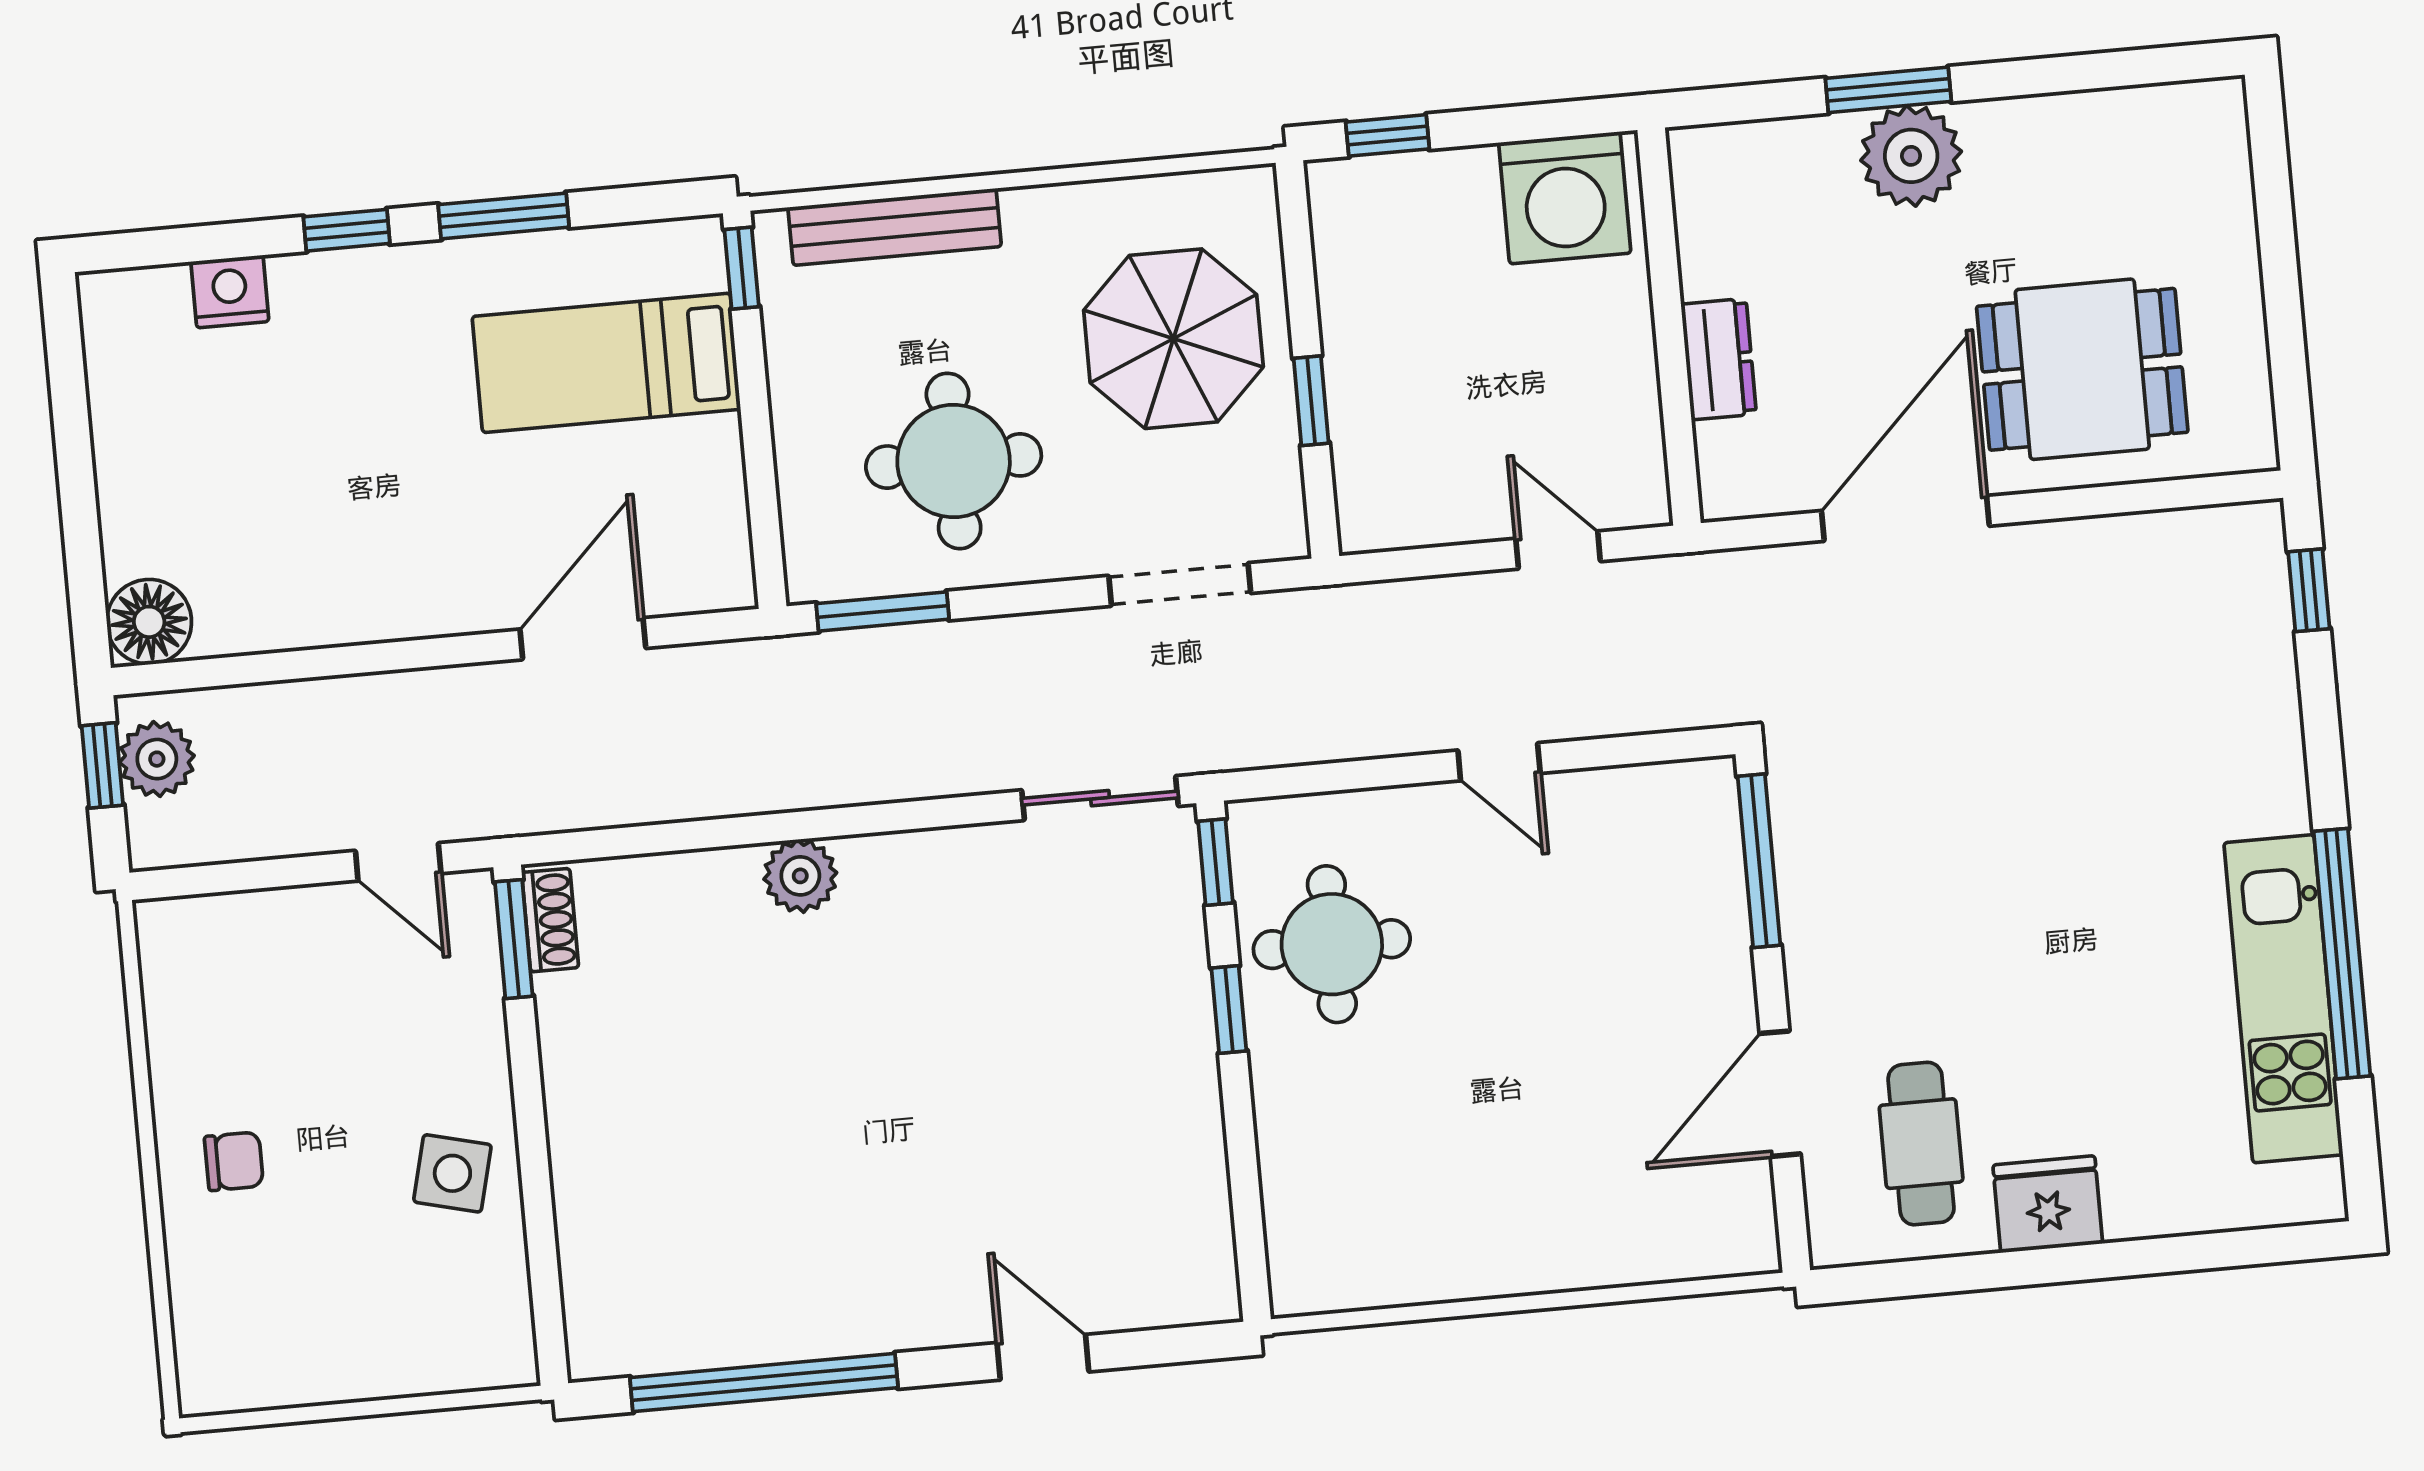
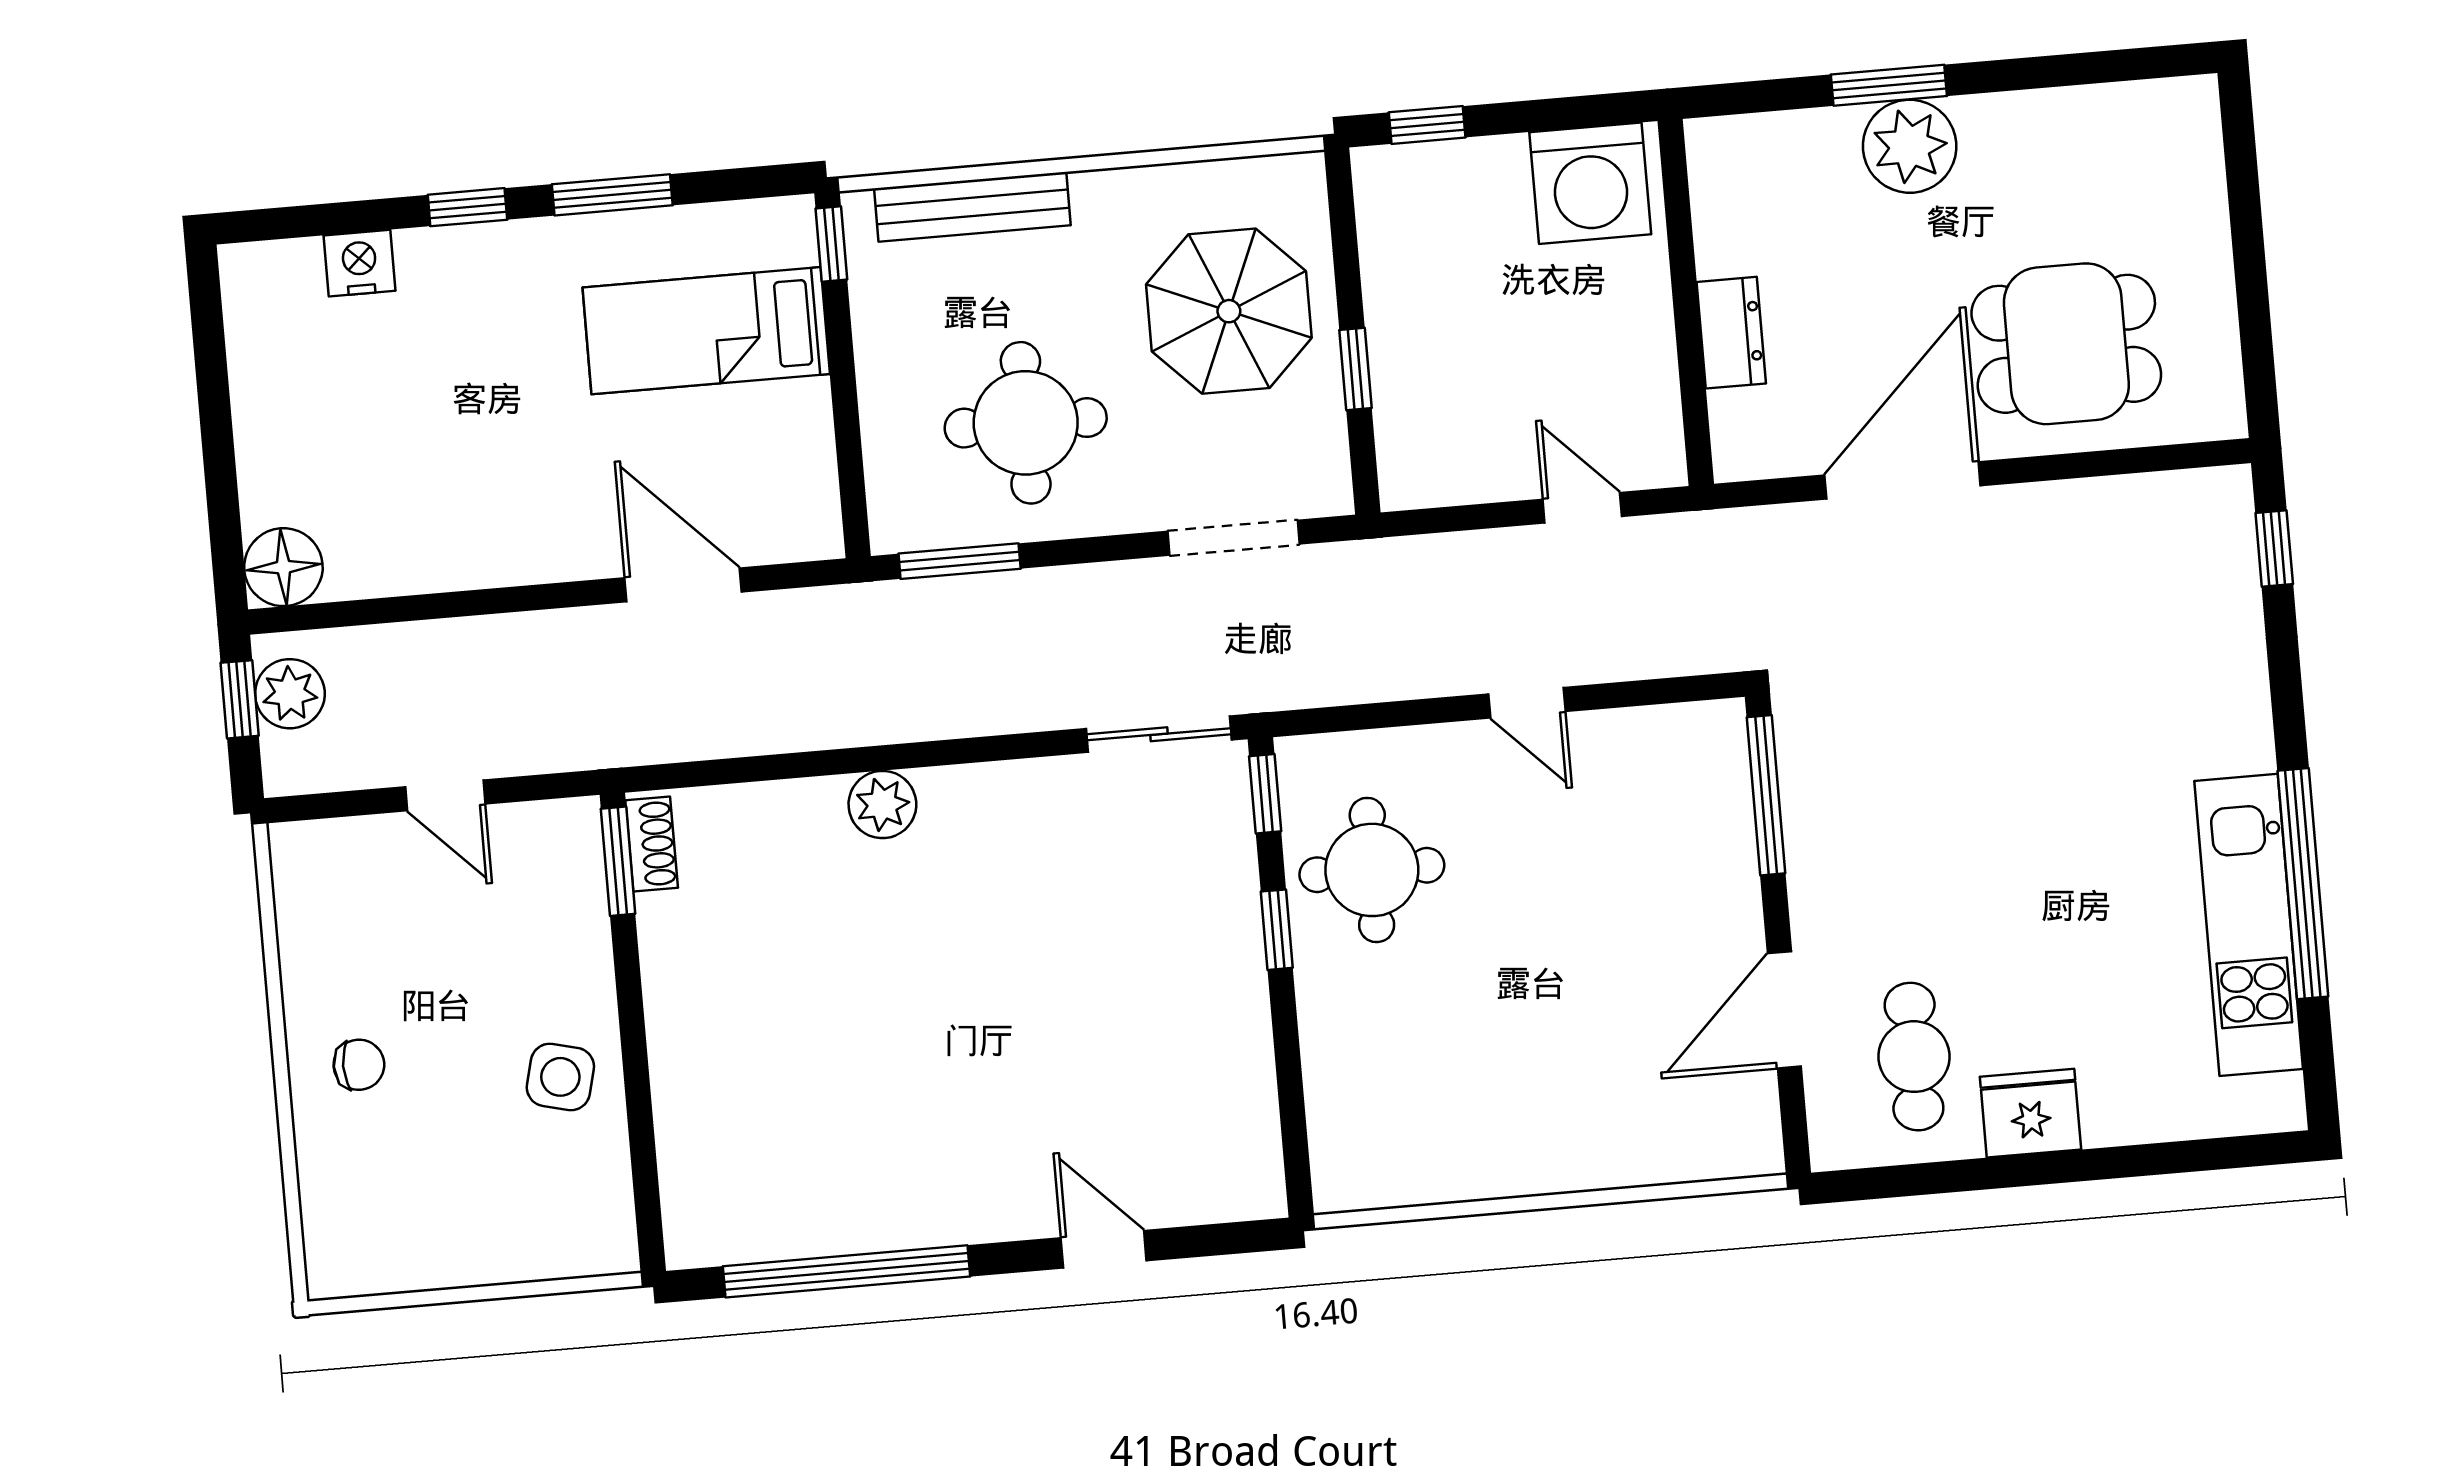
door: (583, 639) -> (683, 585), hinge flipped
door: (398, 862) -> (445, 795), moved

